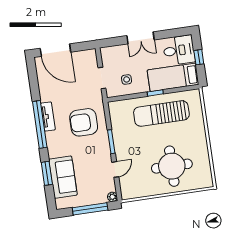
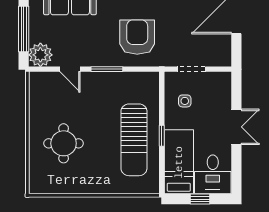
double door: (140, 38) -> (236, 127), swing flipped
sun lounger: (161, 113) -> (134, 140), turned 180
round table: (172, 166) -> (64, 143), width x0.73, depth x0.73
plant: (112, 197) -> (40, 55), width x1.88, depth x1.88

